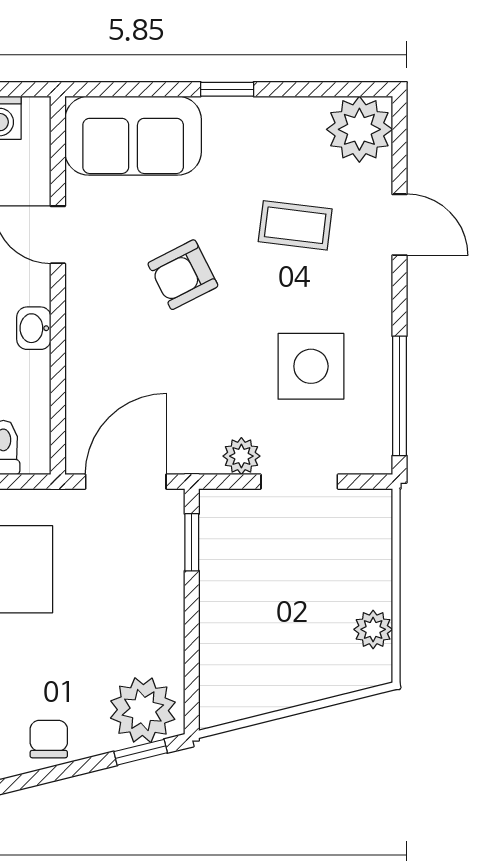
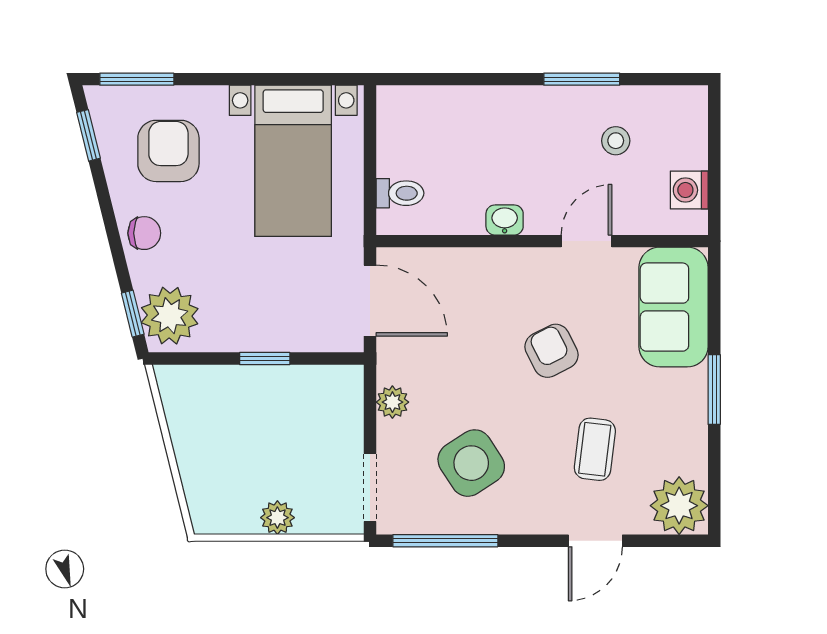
window: (227, 89) -> (714, 389), width x1.50
side table: (311, 366) -> (471, 463), turned -33
doorway: (299, 482) -> (370, 488), moved
window: (192, 542) -> (265, 359), moved
plant: (373, 629) -> (277, 518), moved

